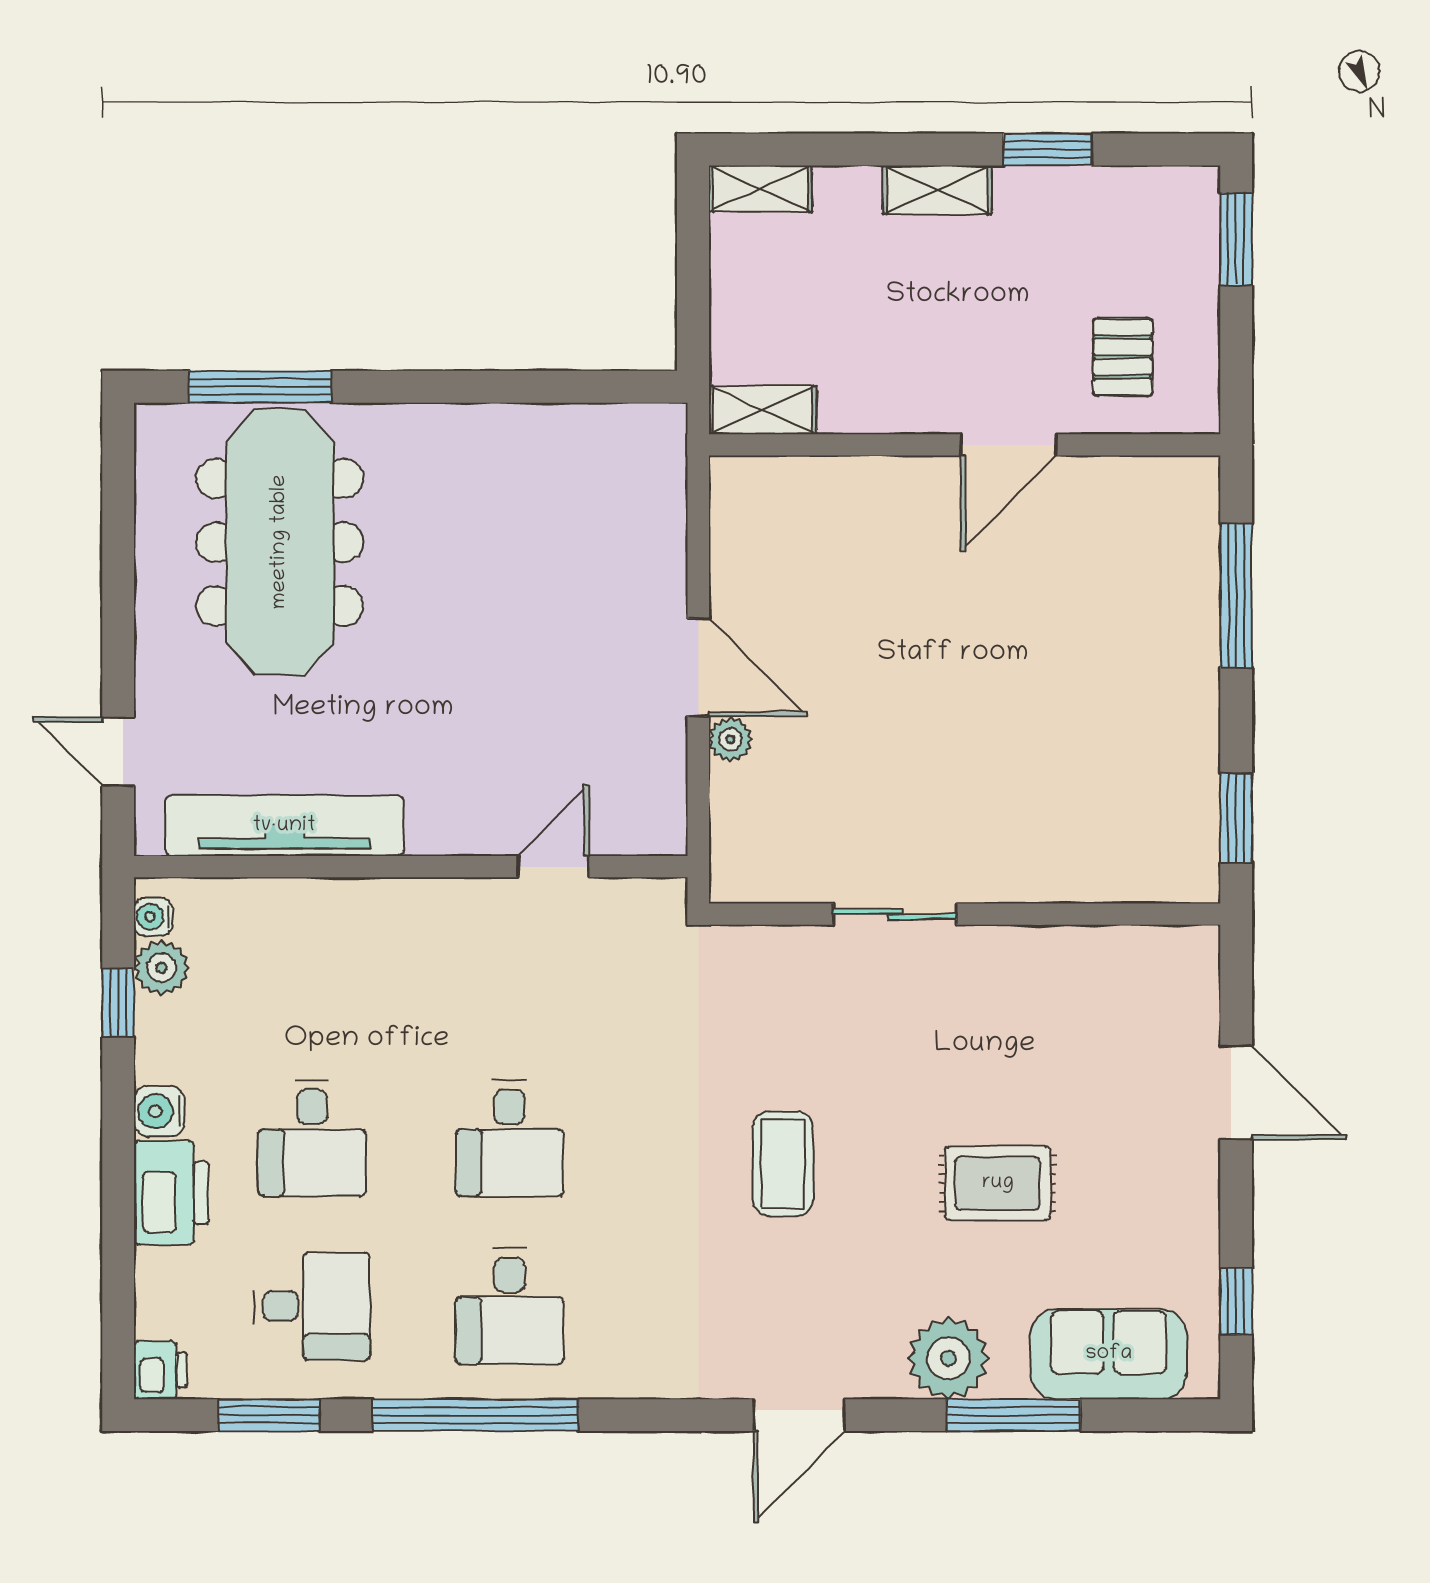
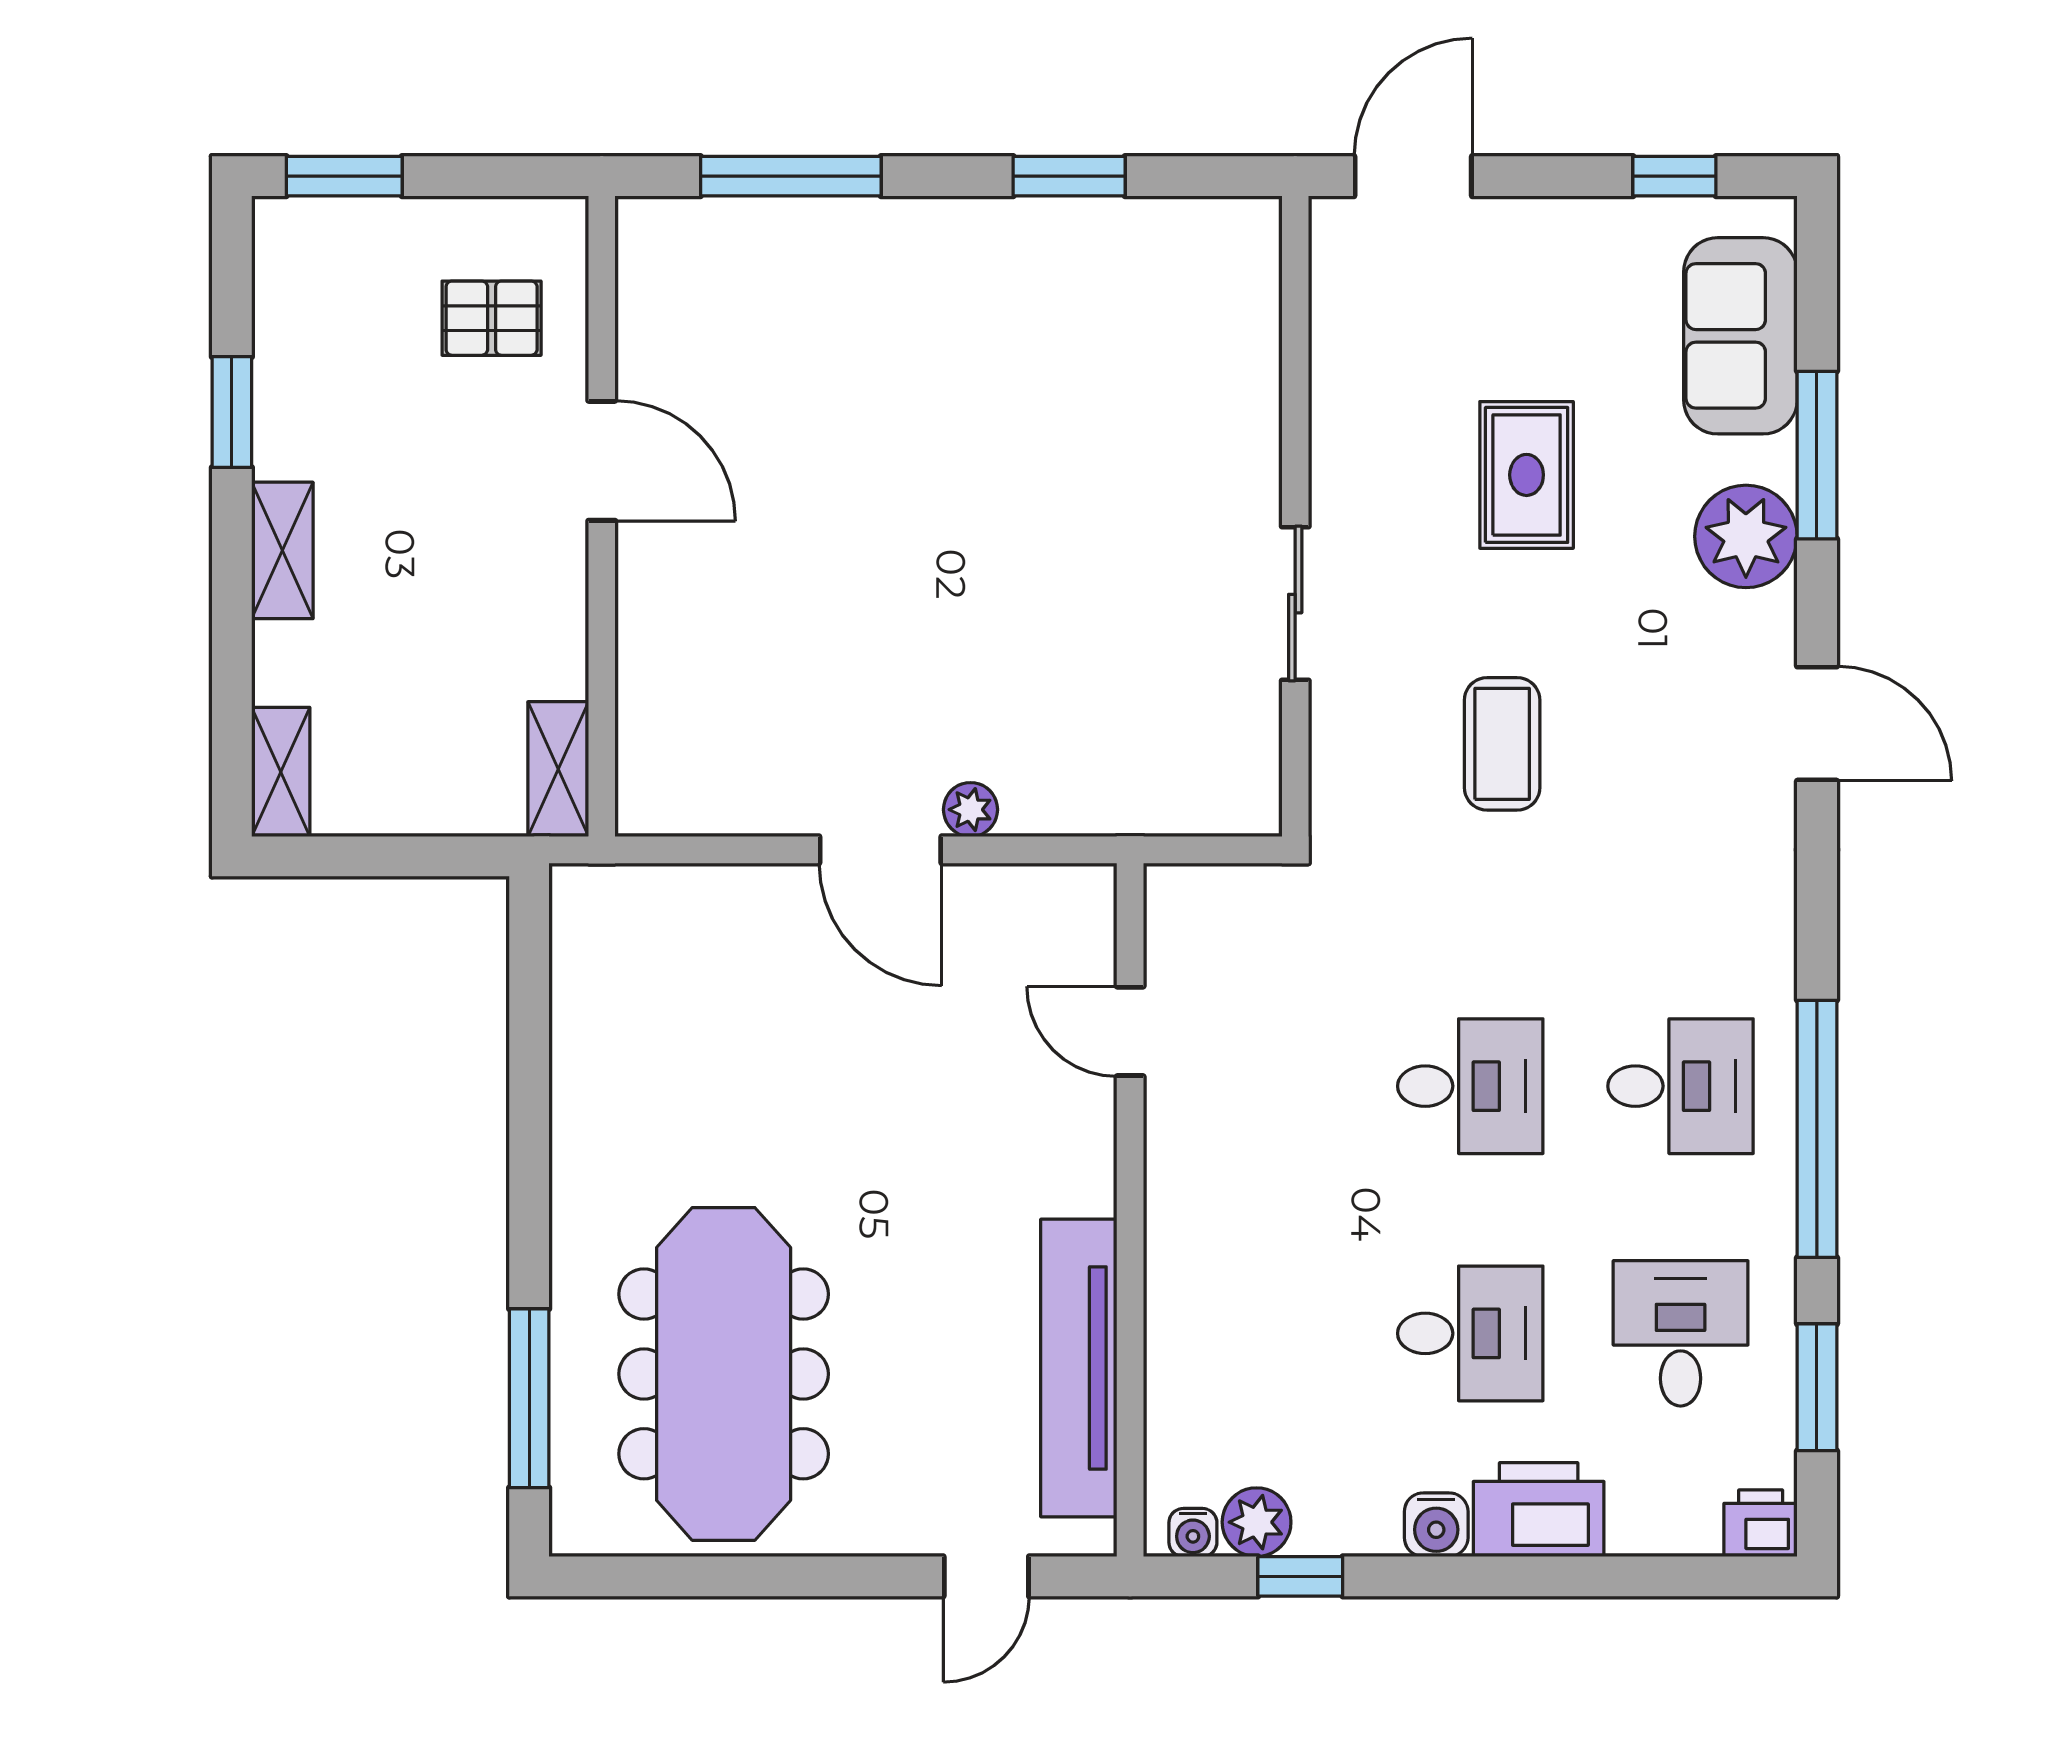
meeting table: (280, 542) -> (724, 1374), turned 90
door: (698, 667) -> (880, 850), swing flipped
sliding door: (895, 914) -> (1295, 604), moved
wall: (965, 914) -> (1295, 516), moved
coffee table: (783, 1164) -> (1502, 744), turned 90

